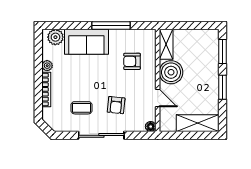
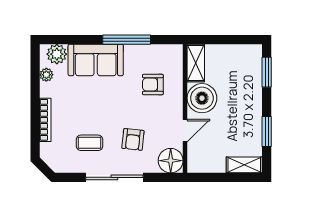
plant: (47, 66) -> (46, 75), moved
window: (222, 87) -> (267, 131), moved
door: (158, 98) -> (185, 131), hinge flipped
shelving: (198, 123) -> (244, 165), width x0.67, depth x0.75
floor lamp: (151, 127) -> (171, 161), width x1.89, depth x1.89

